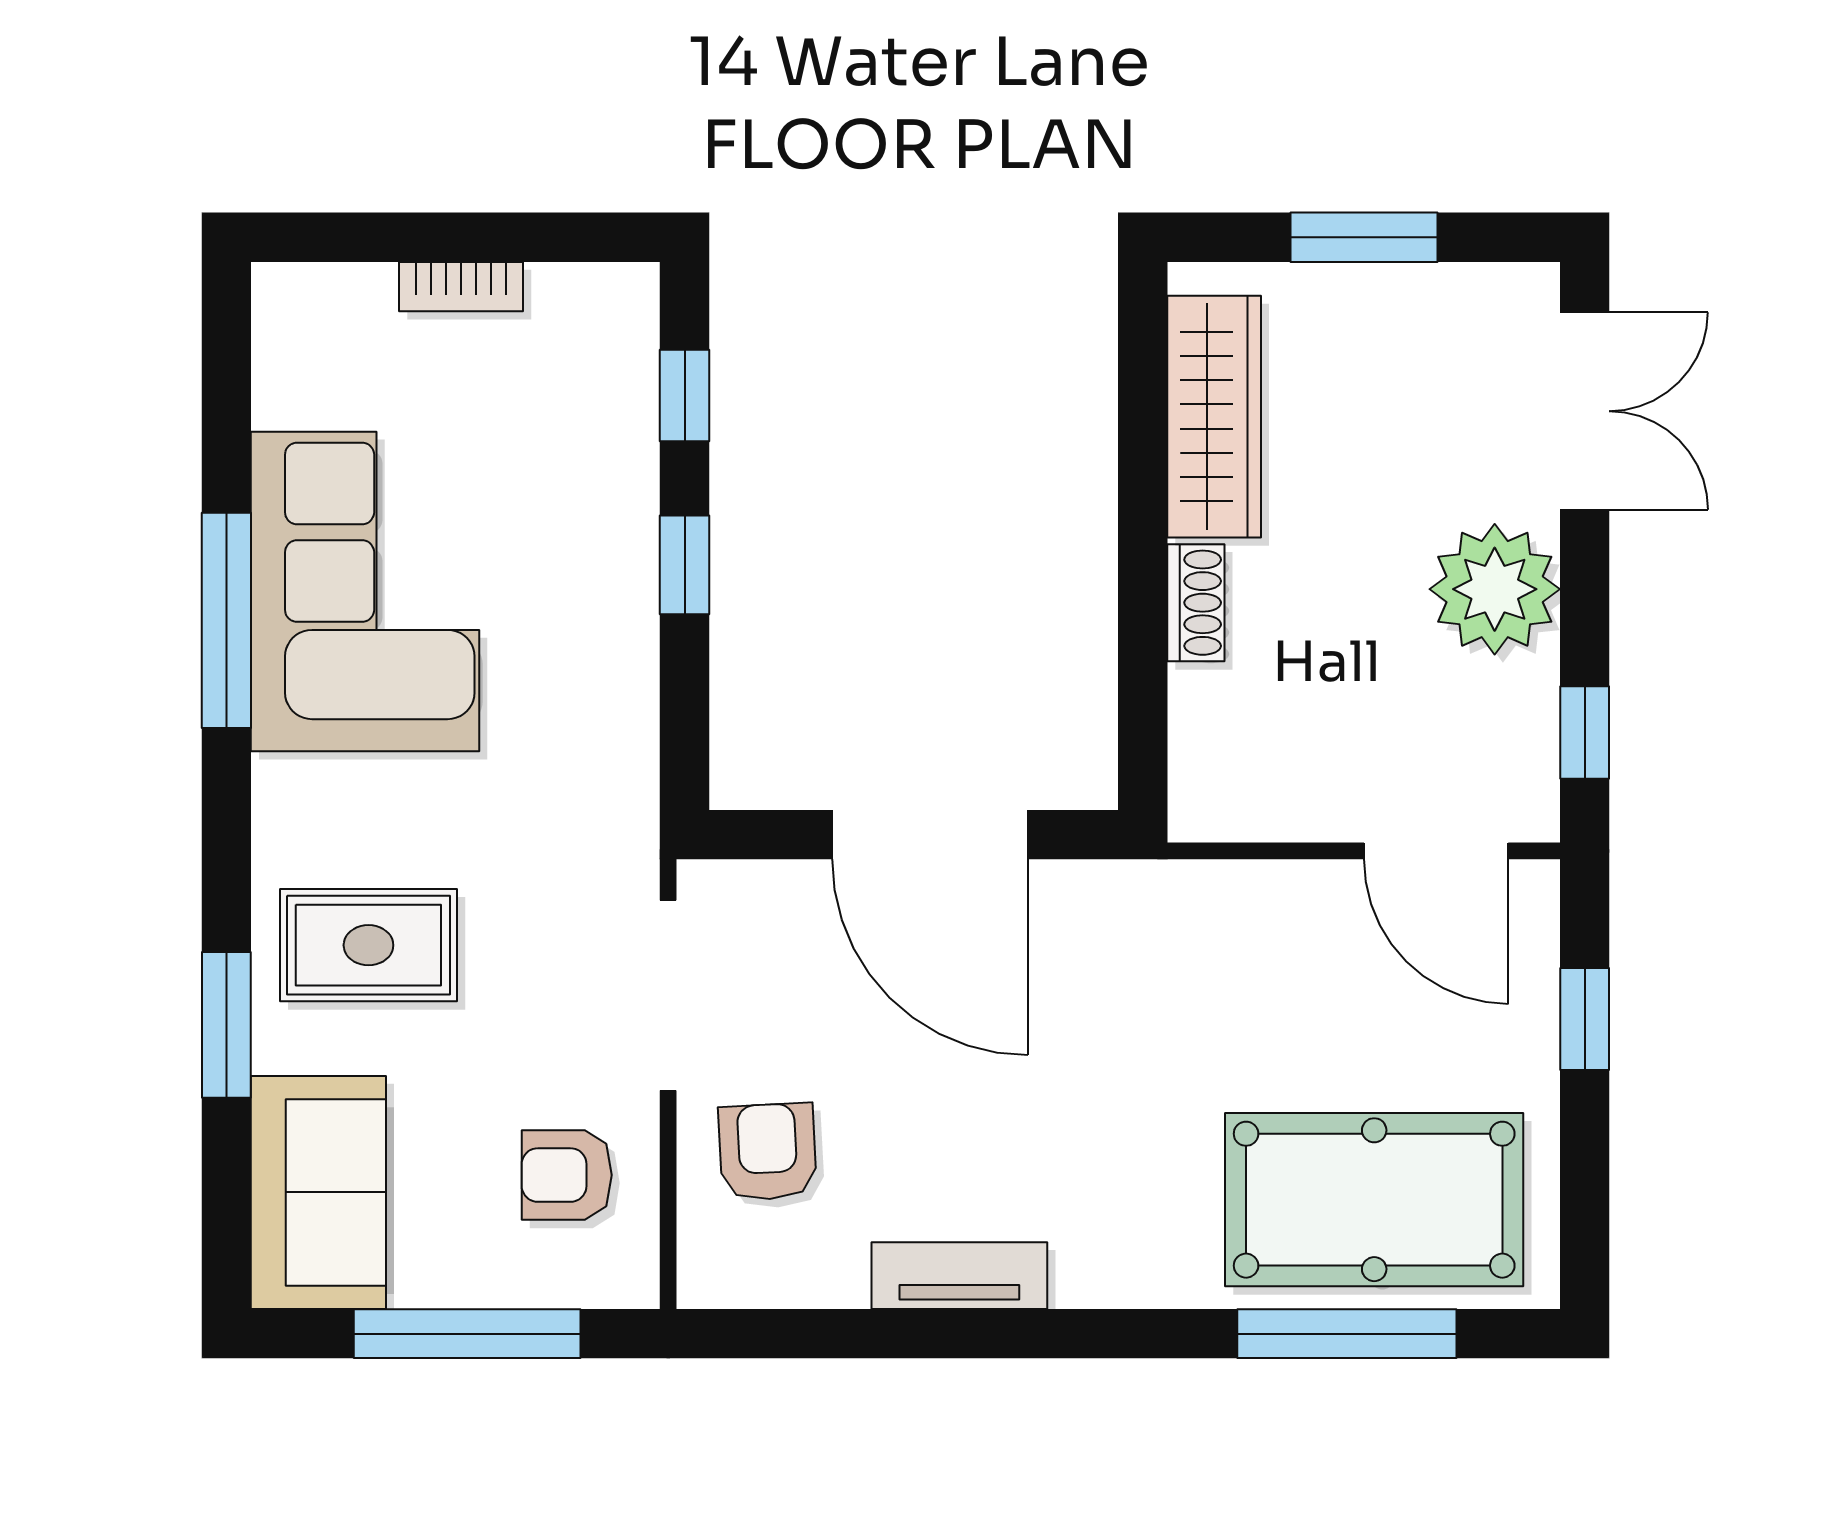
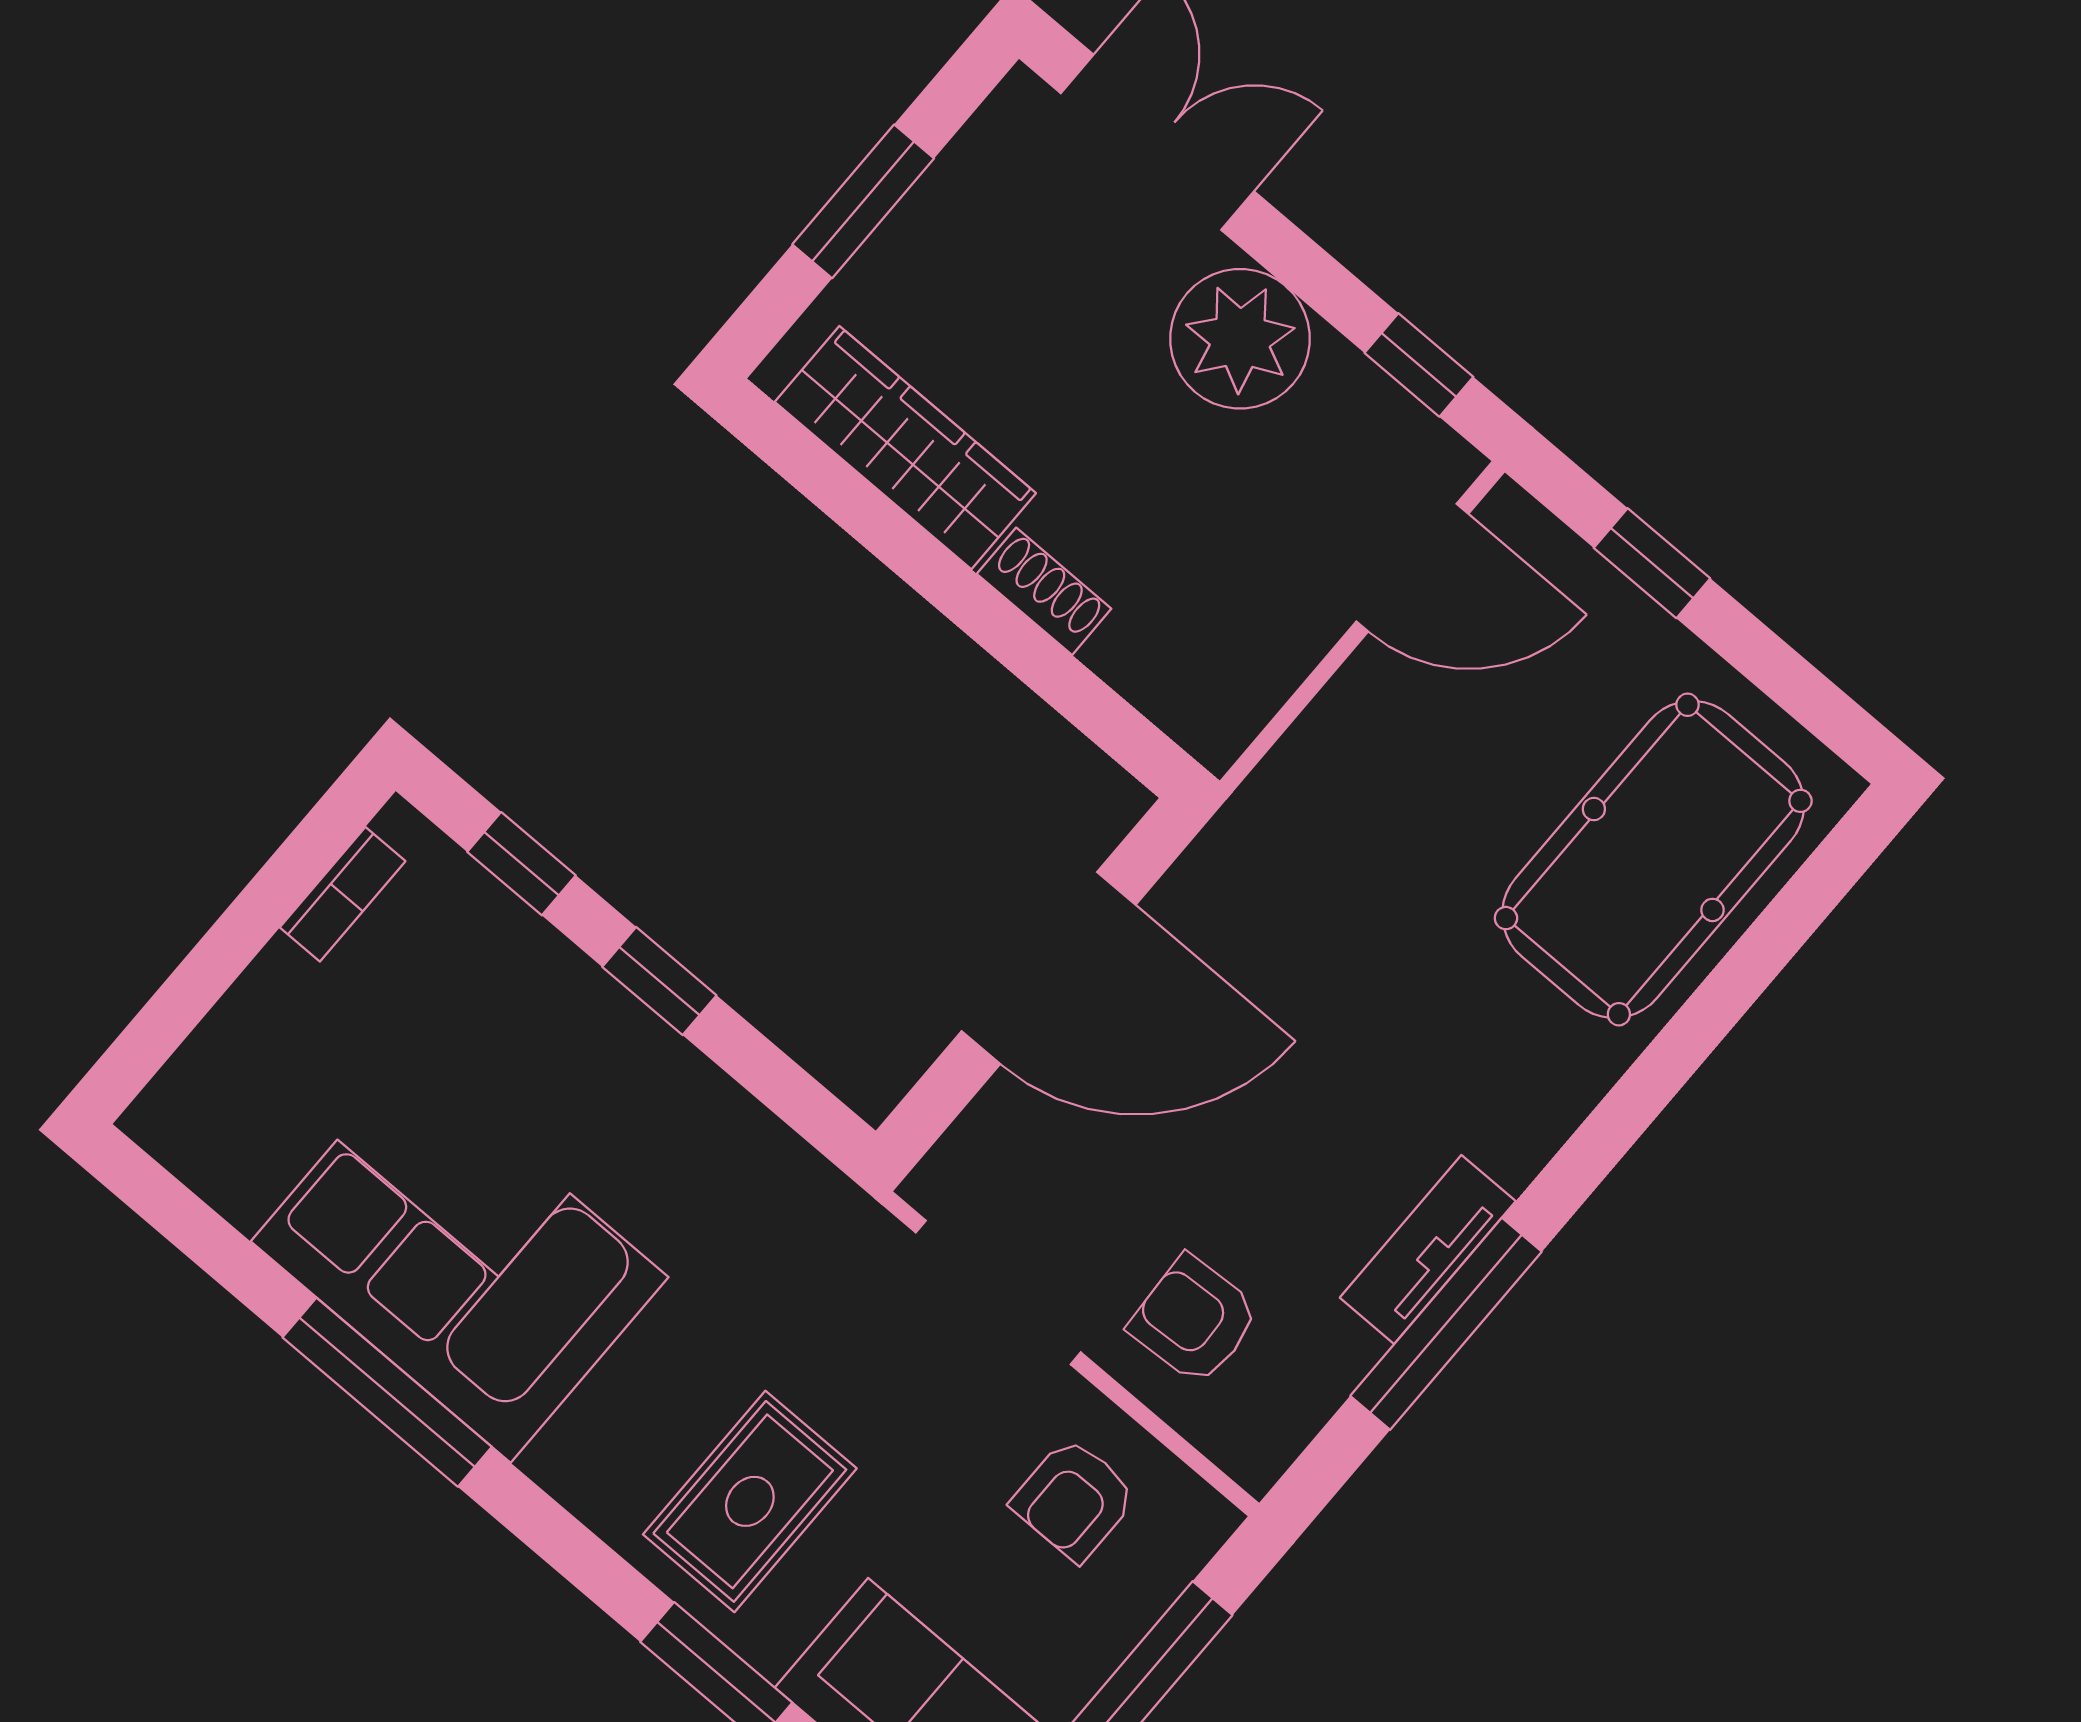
bookcase: (461, 287) -> (343, 894), moved
window: (1347, 1334) -> (1446, 1324), moved

